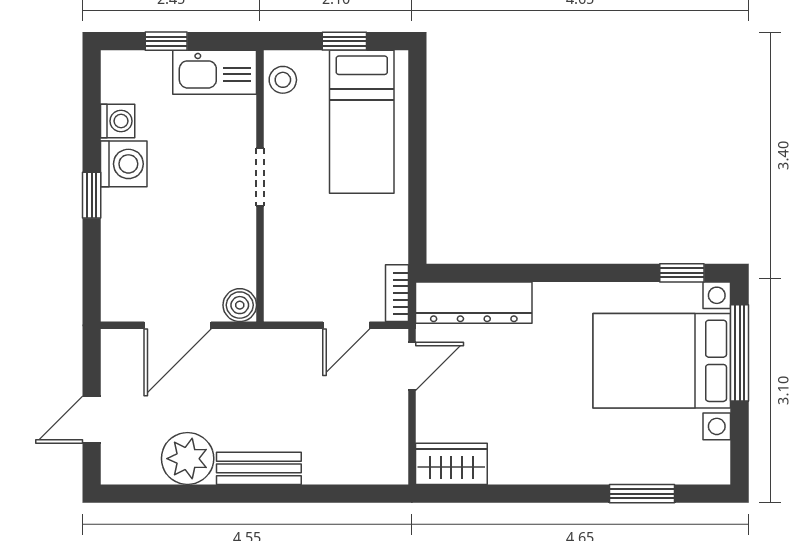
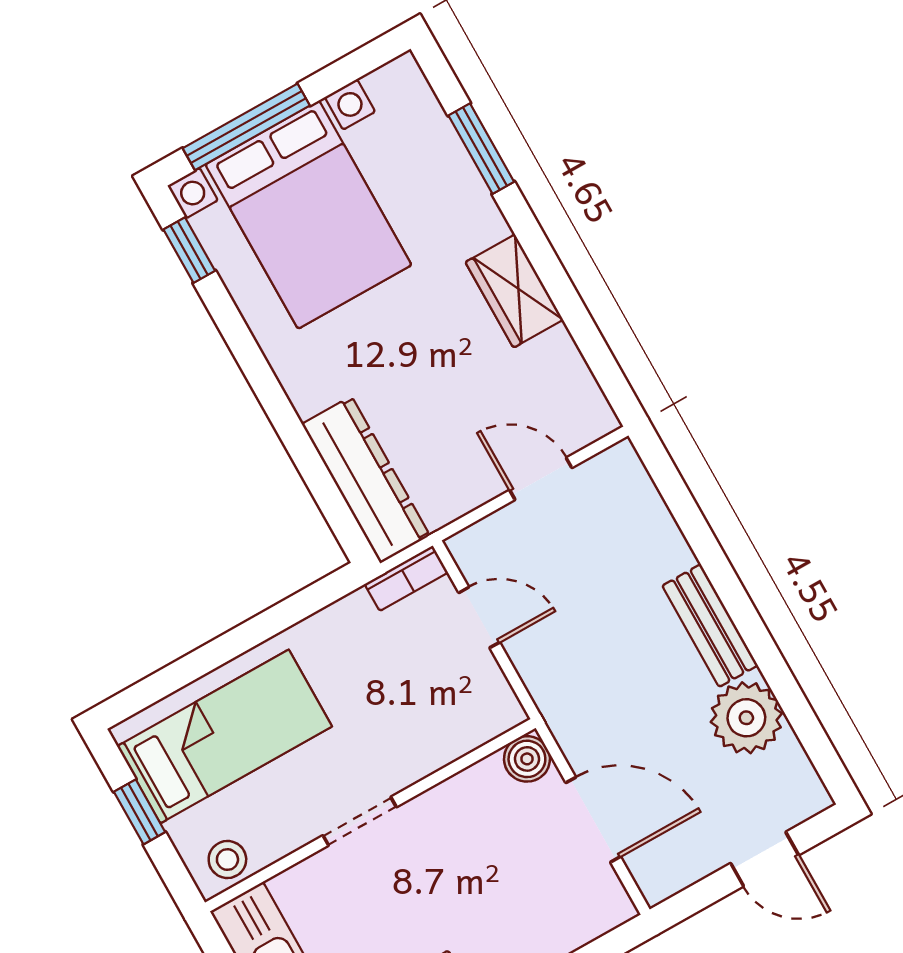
door: (412, 366) -> (541, 479), moved
wardrobe: (451, 464) -> (514, 291), moved

